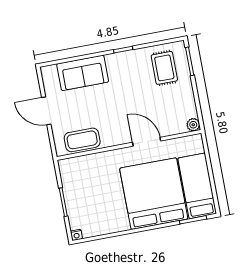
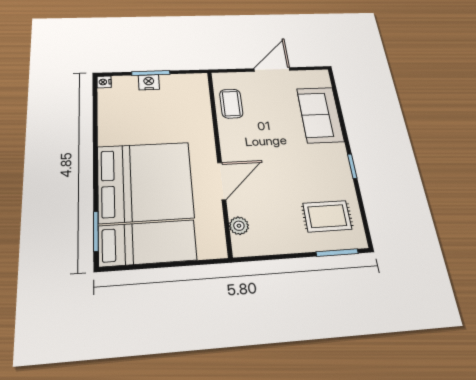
plant: (193, 125) -> (239, 226), moved
coffee table: (82, 140) -> (231, 104), width x0.73, depth x0.77
nightstand: (72, 202) -> (149, 82), added

